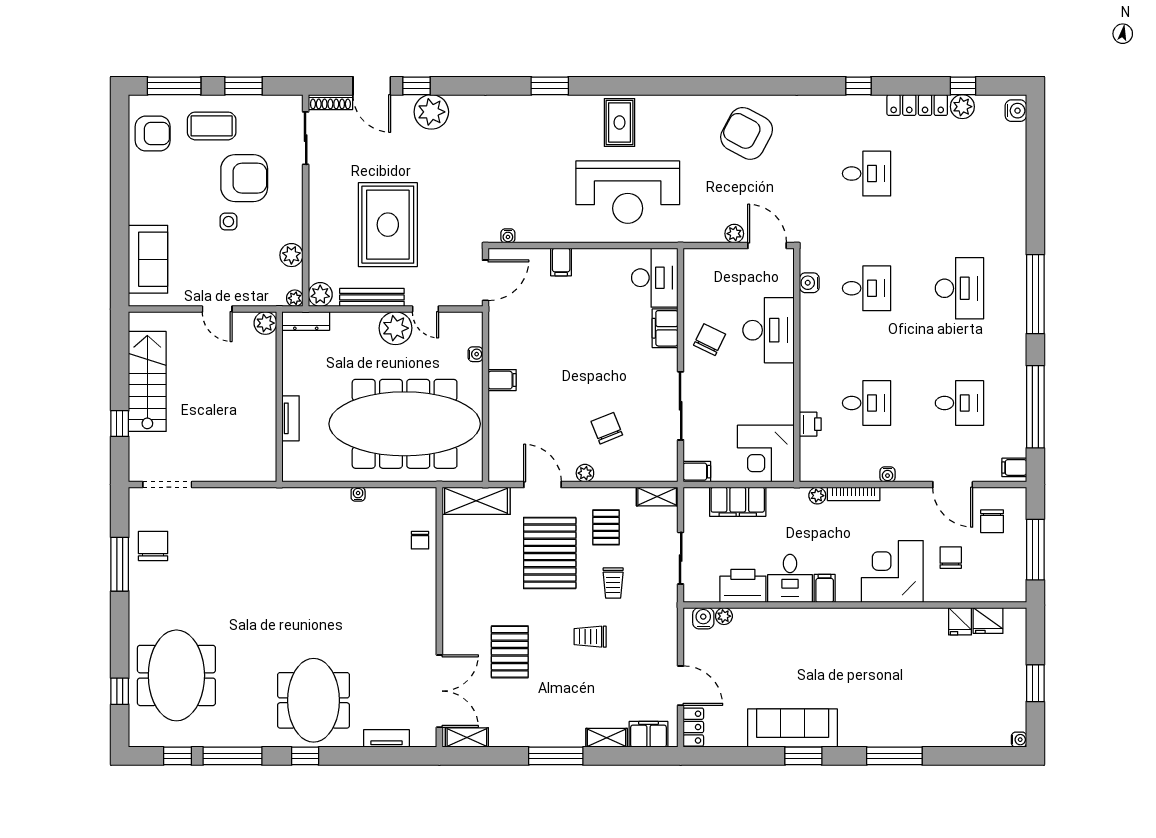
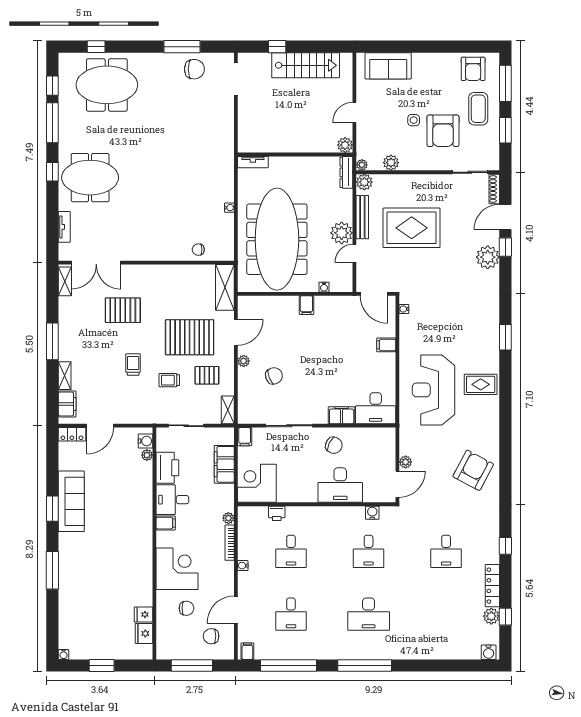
tv unit: (291, 418) -> (253, 162), moved

